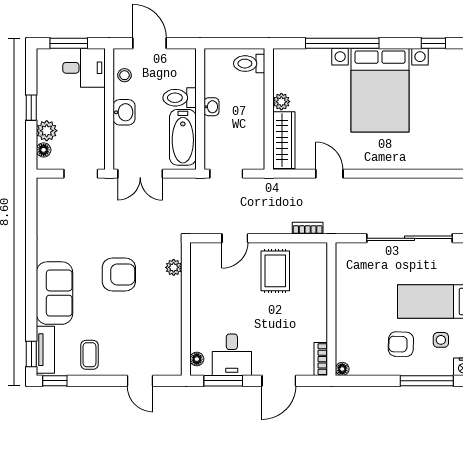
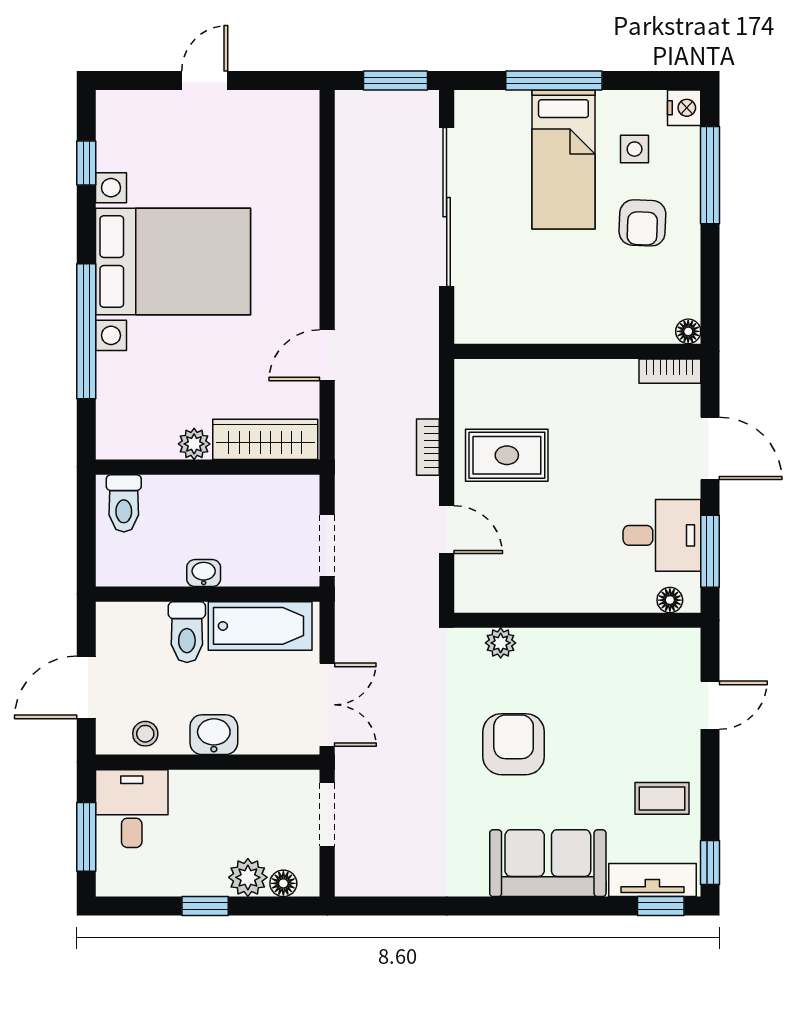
bookcase: (308, 228) -> (428, 447), moved

